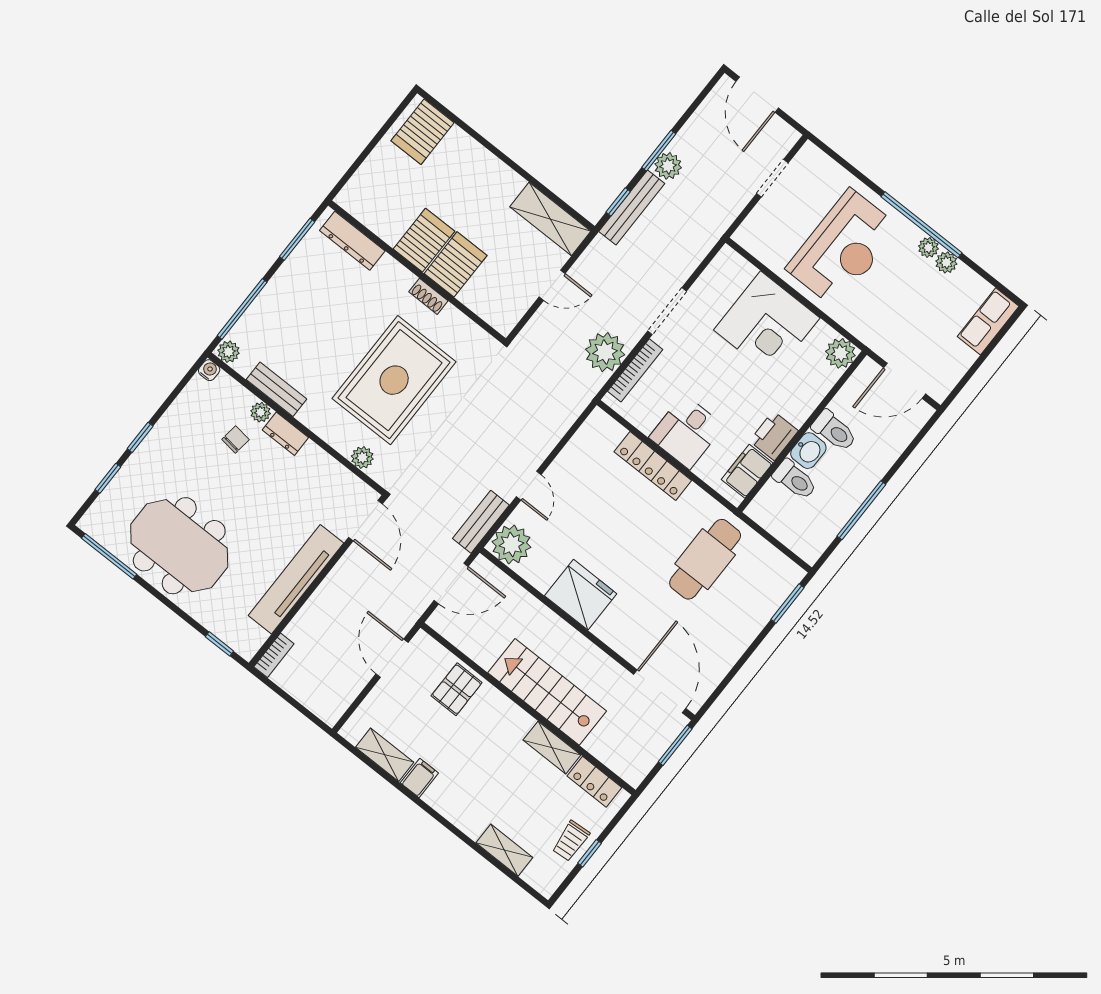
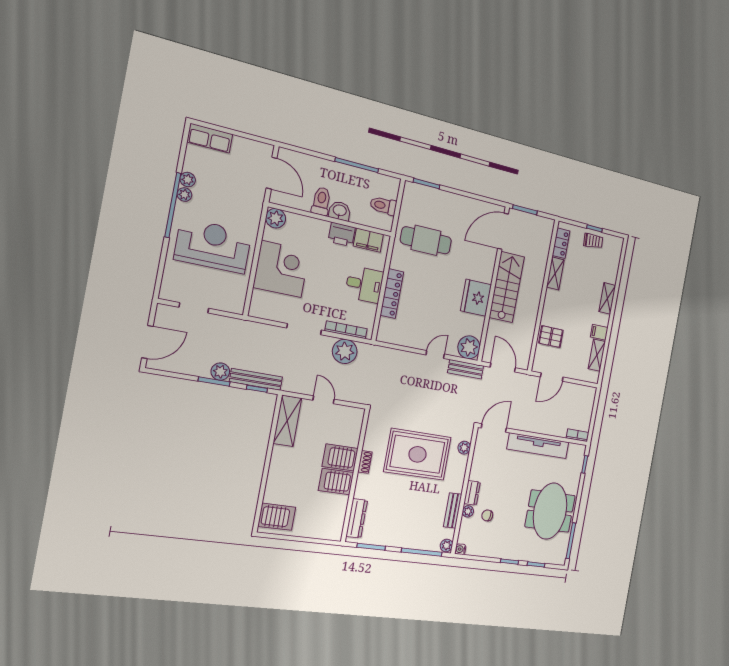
toilet: (795, 480) -> (383, 206), moved, turned -90
stairs: (547, 692) -> (507, 287), moved, turned 180
shelving: (504, 850) -> (607, 298), moved

